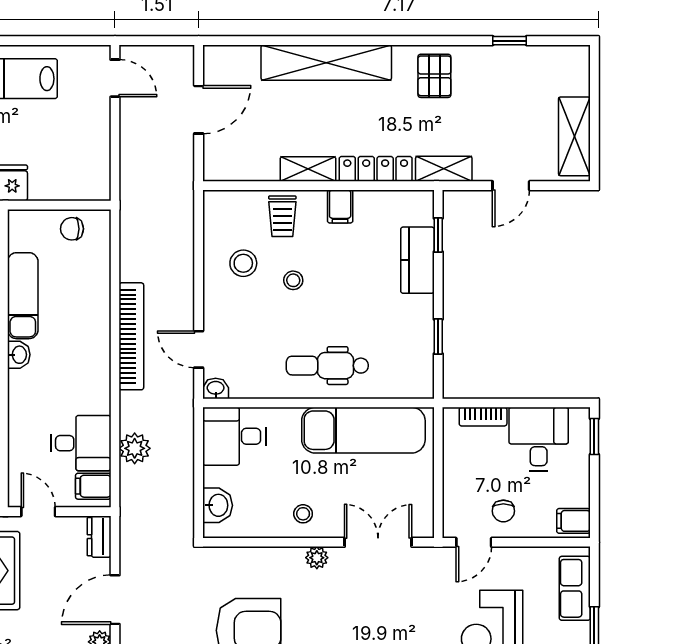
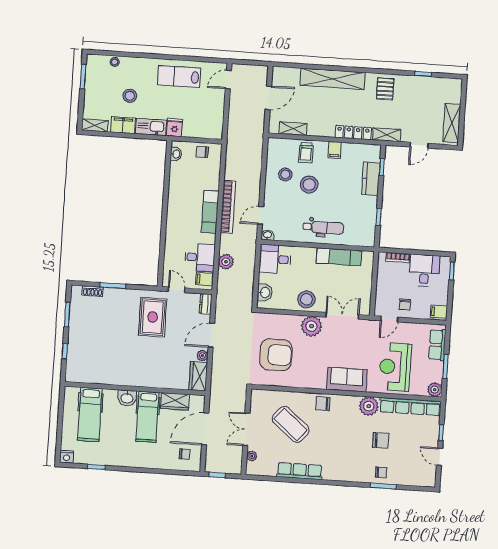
door: (115, 78) -> (228, 80), swing flipped
shelving: (308, 169) -> (293, 129), moved
stool: (293, 280) -> (309, 185), width x1.89, depth x1.89
exam couch: (23, 296) -> (210, 212), moved, turned 180
door: (199, 349) -> (261, 215), hinge flipped
washbasin: (19, 355) -> (176, 154), moved
dental chair: (327, 366) -> (323, 227), turned 180
exam couch: (363, 430) -> (339, 257), width x0.73, depth x0.69
stool: (303, 514) -> (306, 299), width x1.89, depth x1.89
plant: (317, 558) -> (311, 326), width x1.88, depth x1.88

